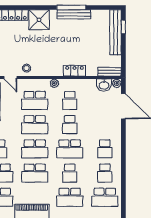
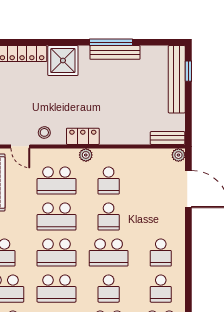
locker: (75, 71) -> (83, 136), moved
washbasin: (104, 85) -> (159, 158), removed

